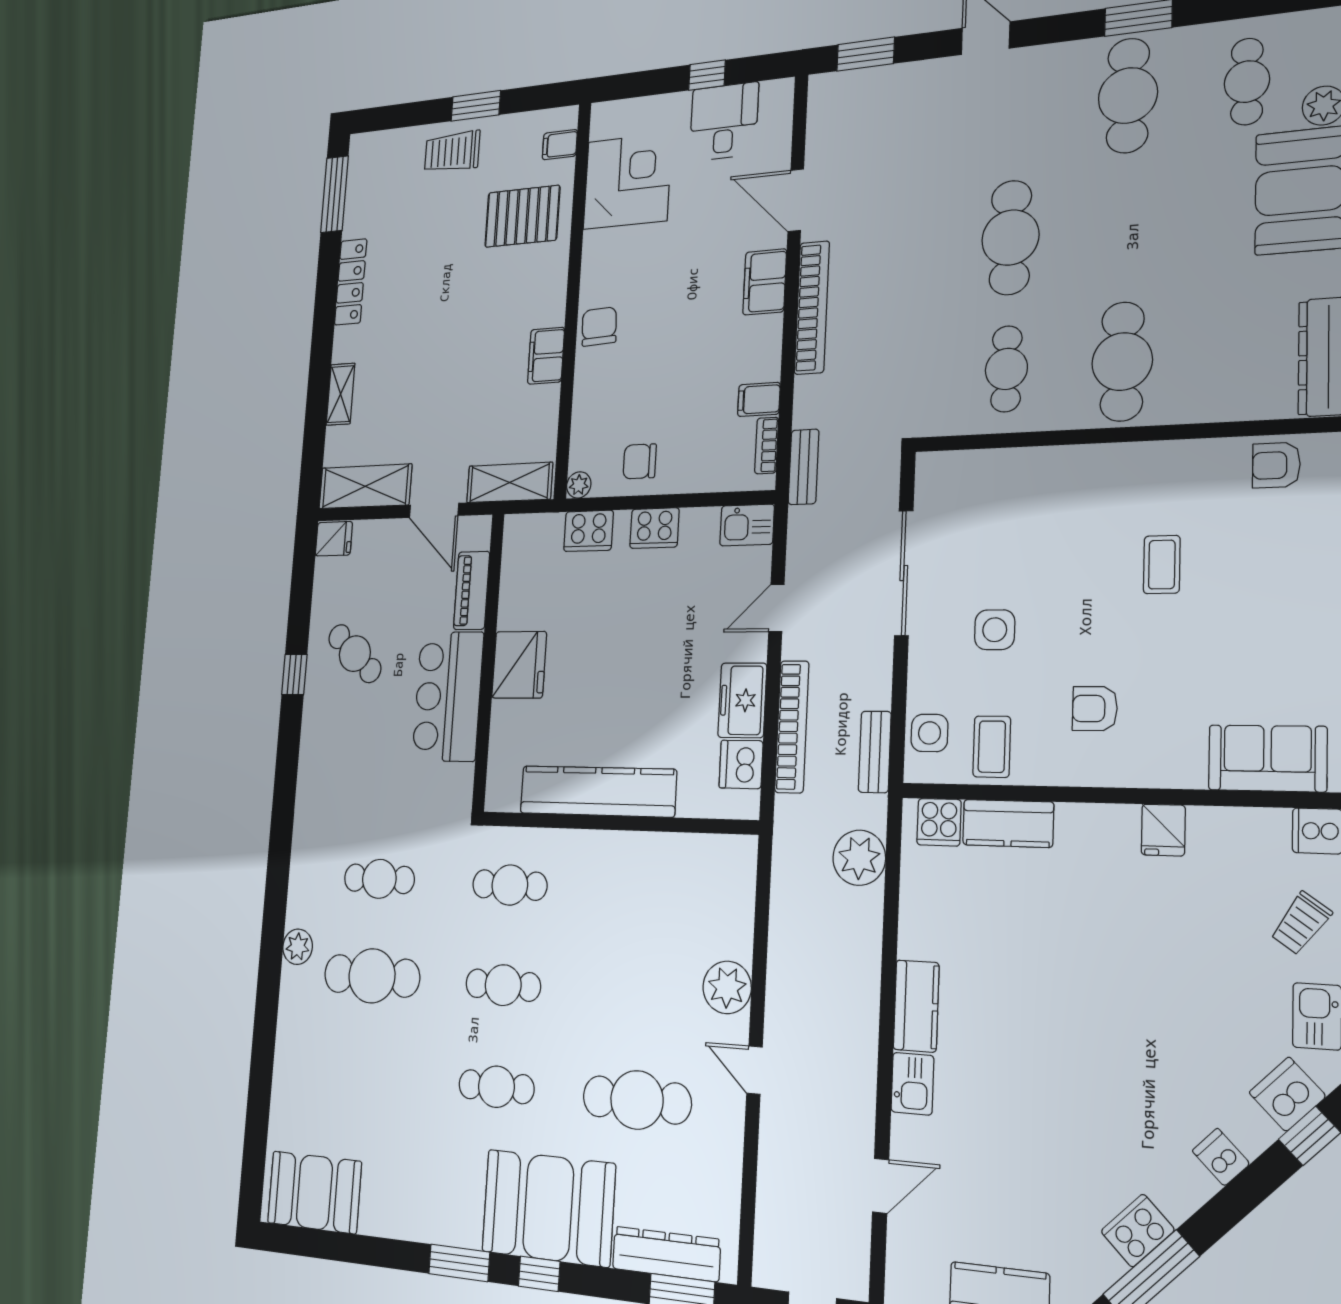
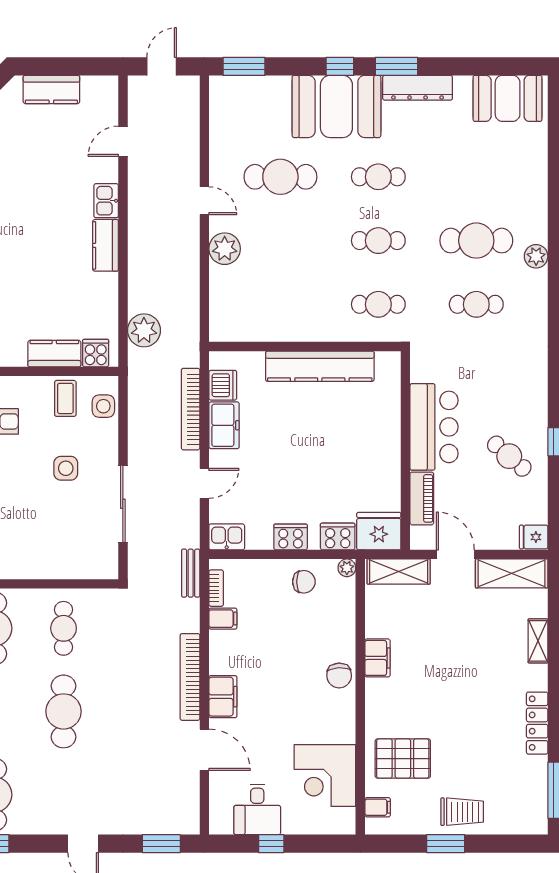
fridge: (519, 665) -> (379, 531), moved, turned 90
bench: (875, 752) -> (137, 394), removed
dresser: (666, 1254) -> (418, 88), moved

